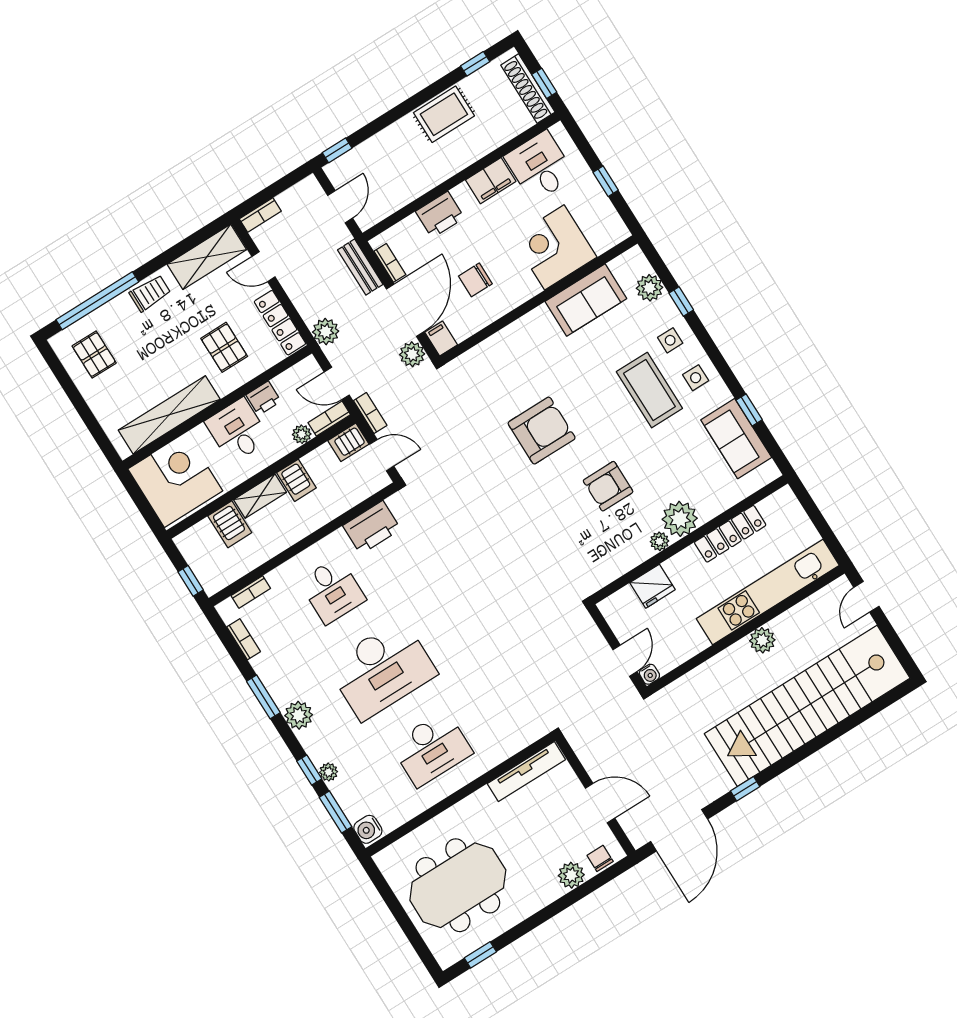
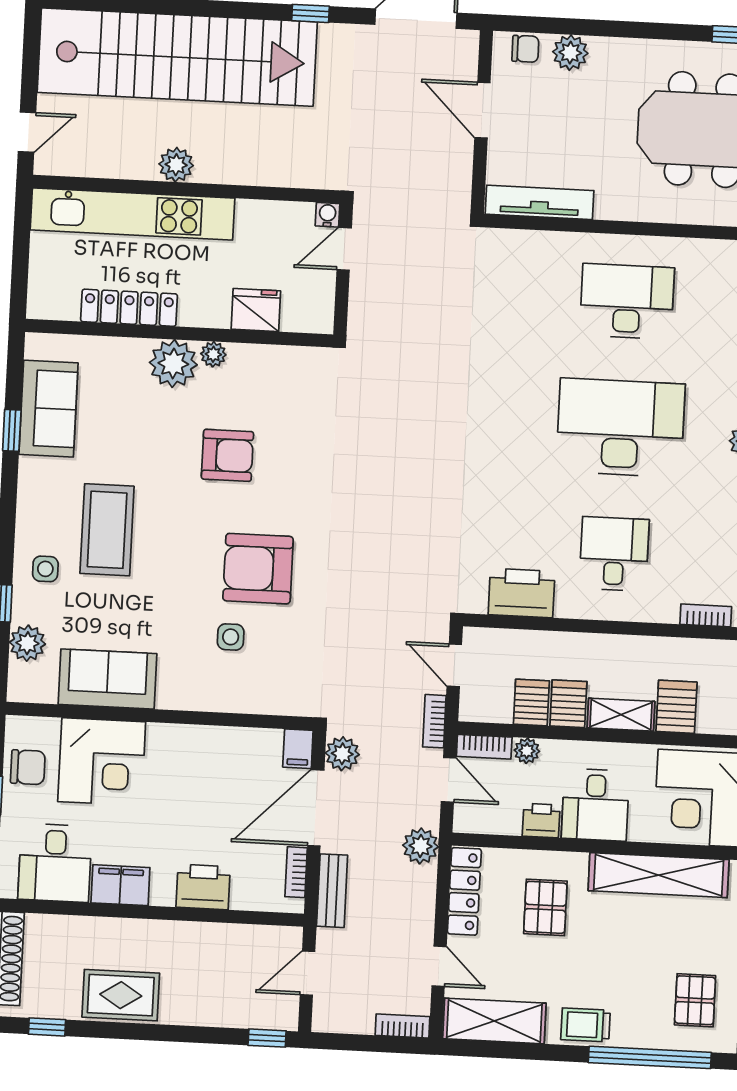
chair: (475, 280) -> (28, 767), moved
side table: (696, 378) -> (231, 637), moved
server rack: (348, 442) -> (531, 703), moved, turned -90
chair: (600, 858) -> (525, 49), turned -90

